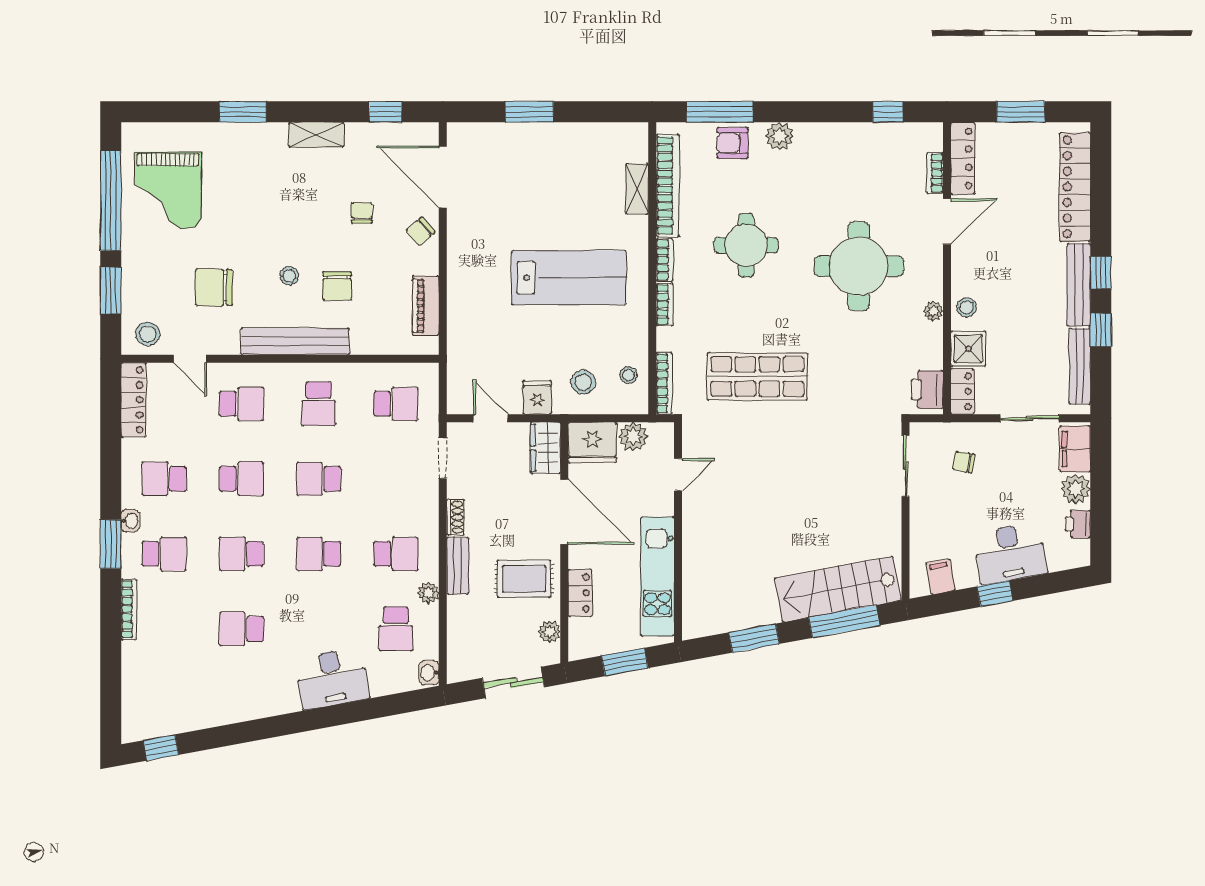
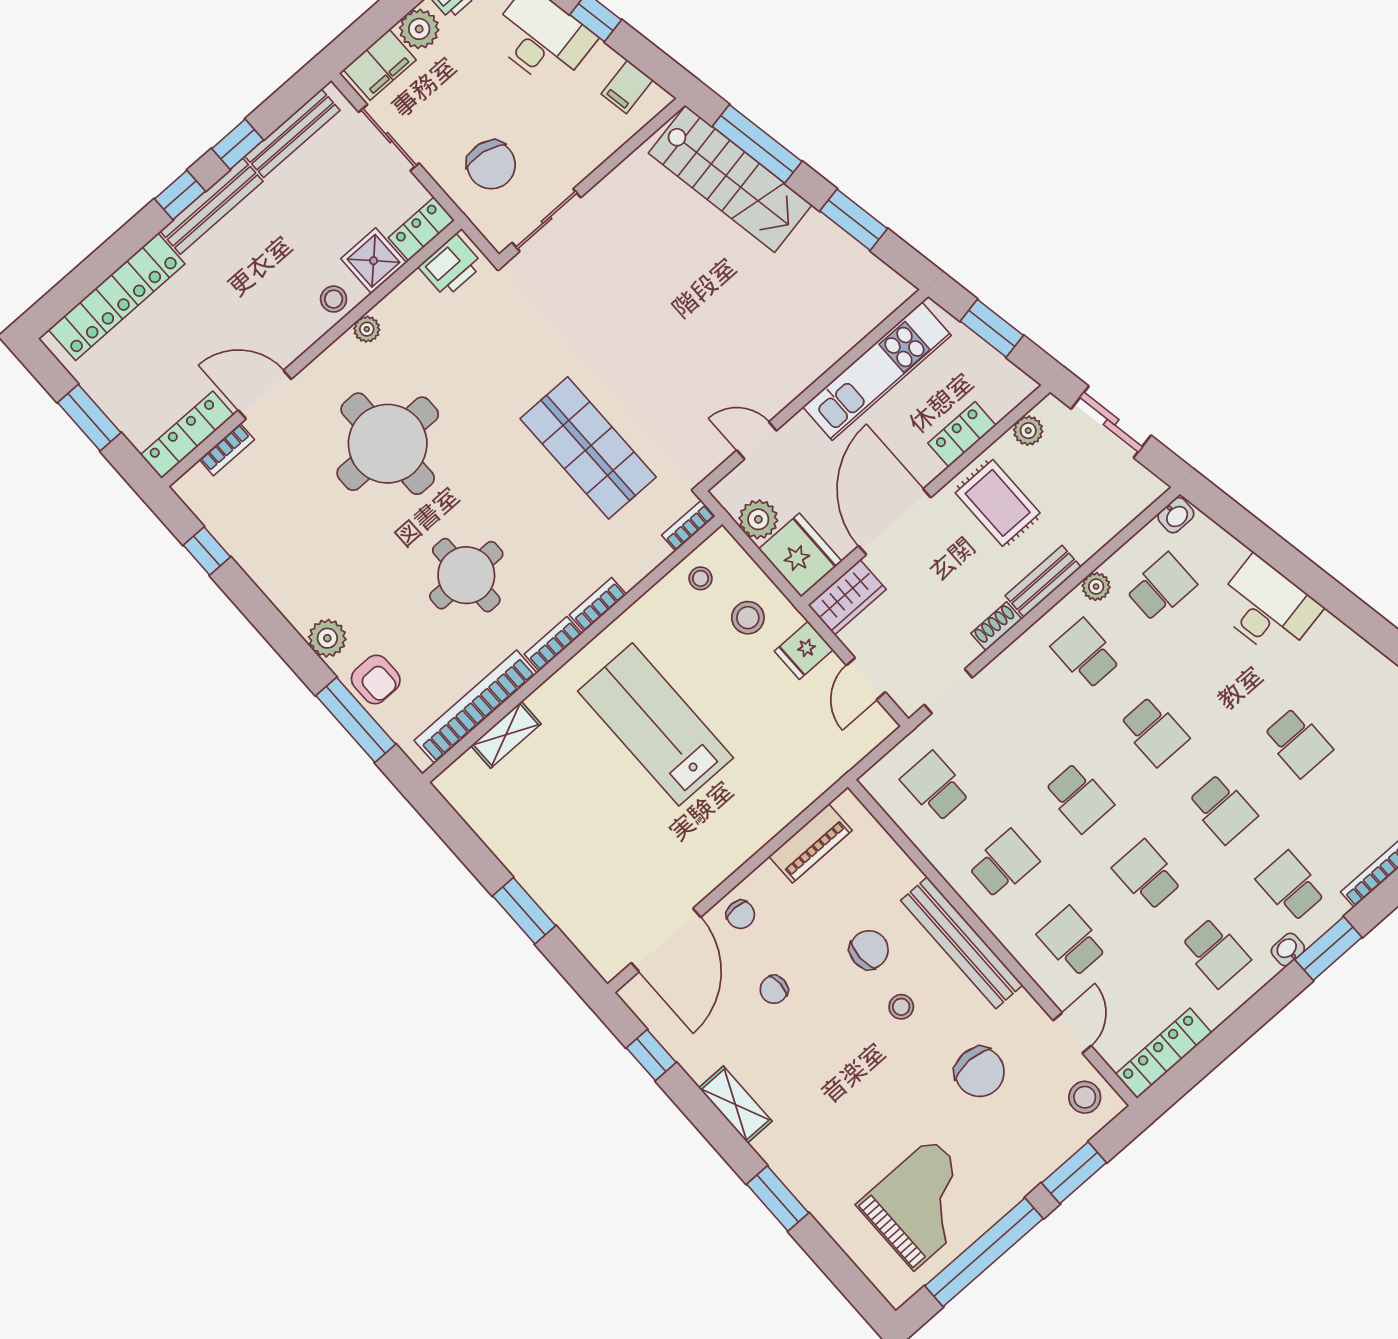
chair: (420, 231) -> (741, 914), turned 41
bookcase: (664, 383) -> (688, 526), width x0.64
chair: (964, 462) -> (491, 165), width x1.87, depth x1.87

